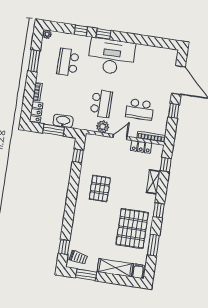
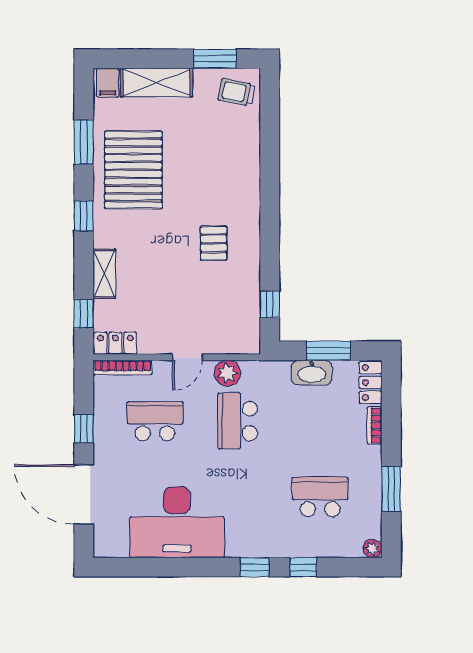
desk: (111, 57) -> (177, 522), moved
school desk: (68, 62) -> (320, 497), turned -90
locker: (141, 147) -> (115, 343), moved
pallet: (100, 188) -> (214, 243), width x0.67, depth x0.71
window: (64, 247) -> (270, 110), removed

